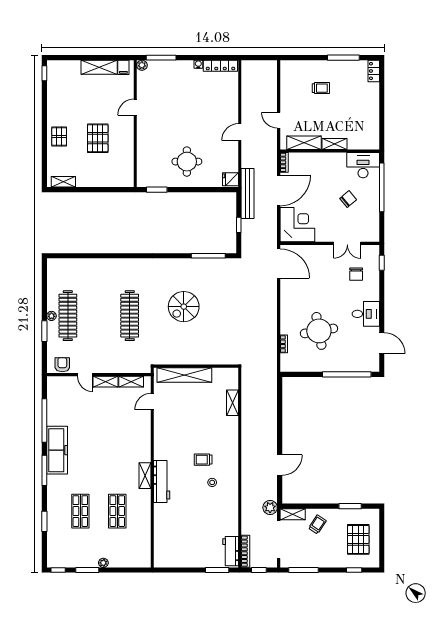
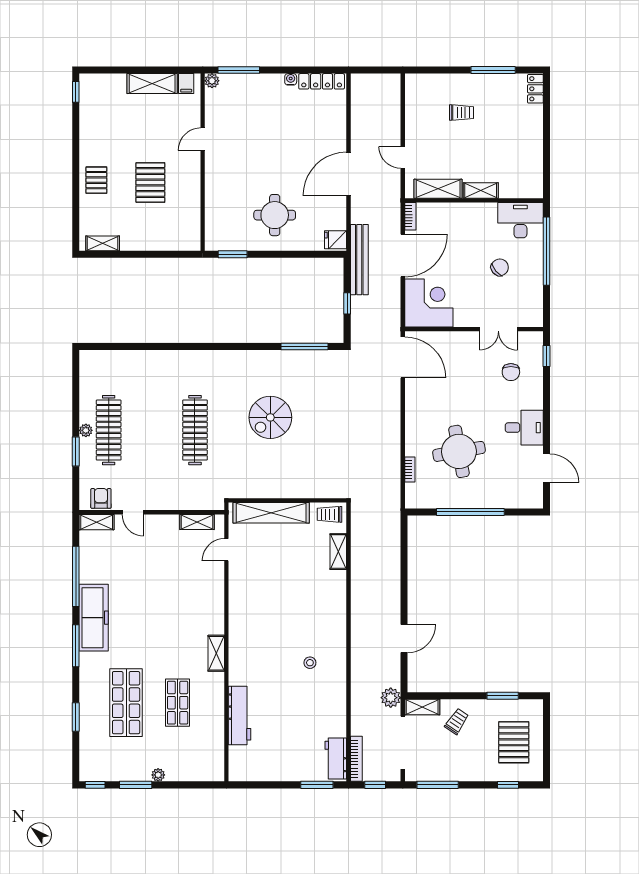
door: (240, 132) -> (348, 174), width x1.87
window: (347, 374) -> (470, 512), moved
shelving: (105, 382) -> (97, 522), moved
trolley: (203, 460) -> (330, 514), moved
workbench: (162, 481) -> (239, 715), moved
shop shelf: (80, 511) -> (126, 703), width x1.43, depth x1.36

